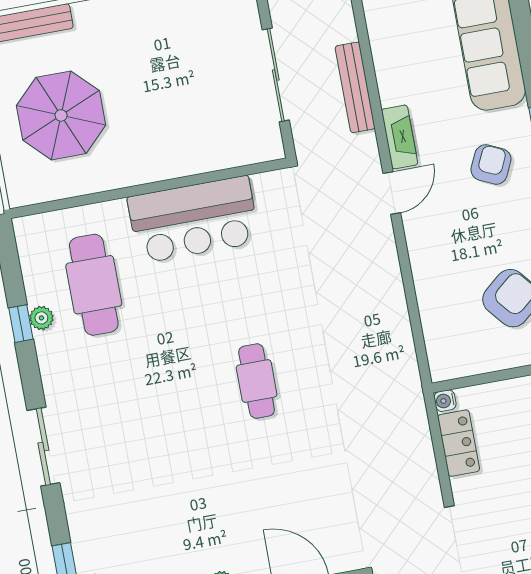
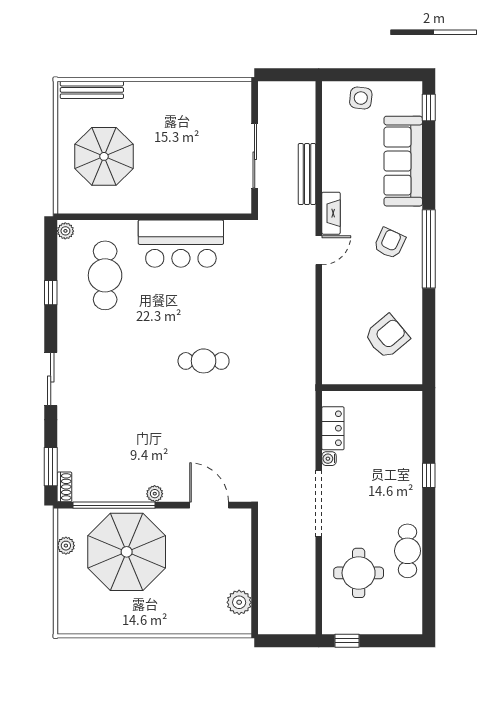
plant: (41, 318) -> (65, 231), moved
cafe table: (257, 381) -> (204, 361), turned 90
water cooler: (445, 401) -> (329, 459), moved

